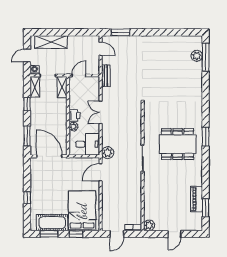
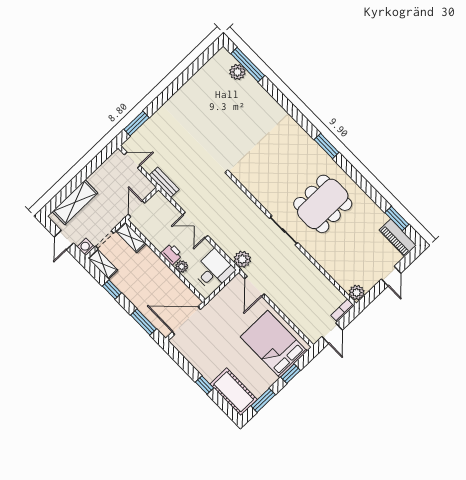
dining table: (178, 144) -> (323, 204), moved
piano: (197, 199) -> (398, 238), moved
cot: (52, 223) -> (234, 392), moved, turned 90

